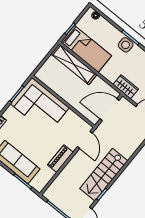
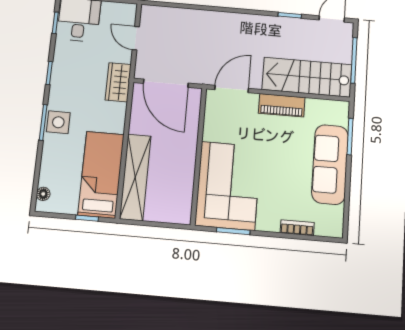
stairs: (104, 175) -> (307, 77), moved, turned 180

